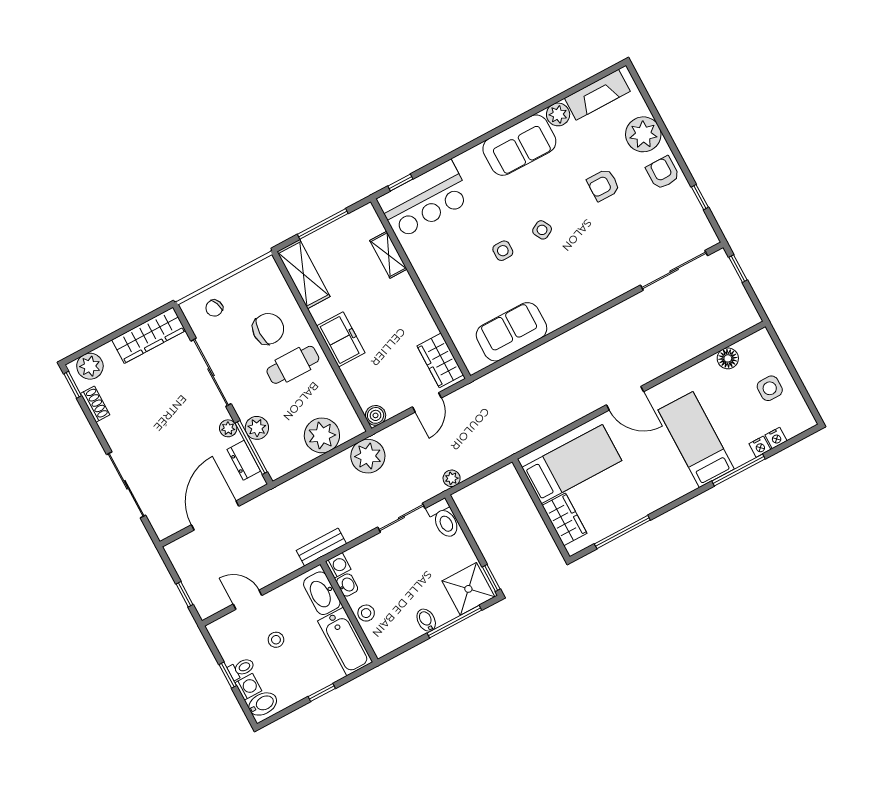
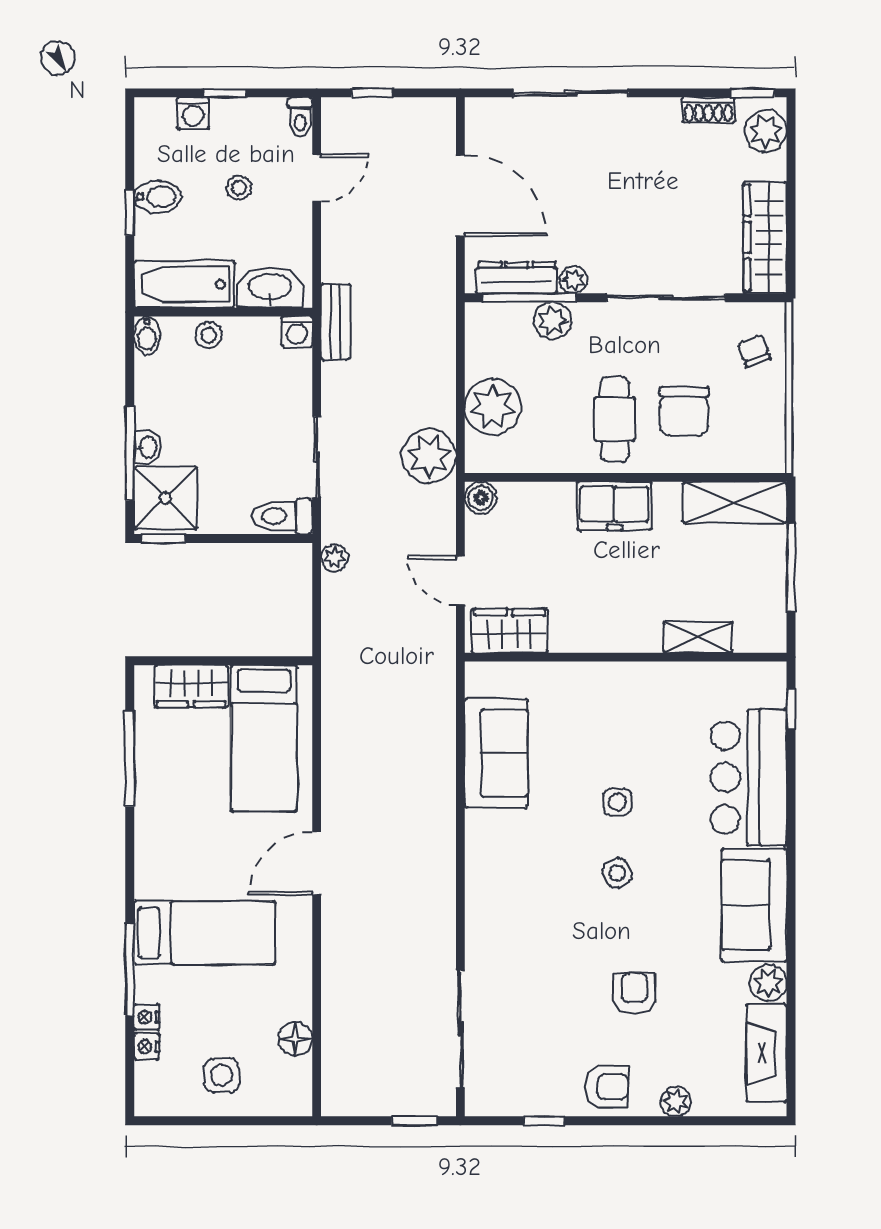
plant: (643, 134) -> (676, 1101), width x0.53, depth x0.53
bar counter: (424, 200) -> (749, 777), moved
dresser: (244, 460) -> (517, 278), width x1.44
washbasin: (347, 585) -> (147, 447), moved, turned -90
bidet: (426, 620) -> (147, 335), moved, turned 90
toilet: (241, 668) -> (300, 117), moved
bidet: (263, 704) -> (157, 197), moved, turned -90

